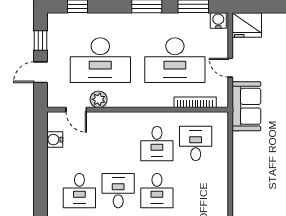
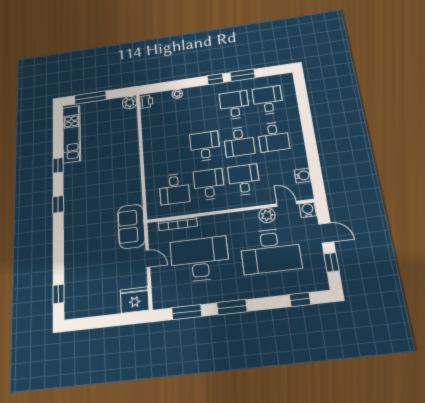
water cooler: (218, 20) -> (308, 210), moved, turned 180
desk: (100, 60) -> (270, 251), turned 180
door: (40, 72) -> (326, 233), hinge flipped
desk: (118, 144) -> (244, 180), added
desk: (79, 191) -> (273, 137), turned 180

